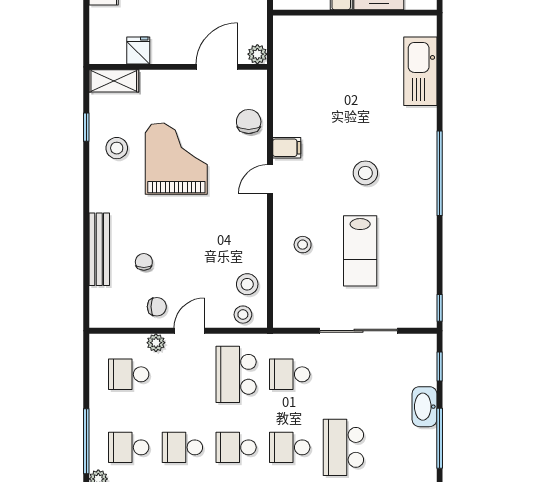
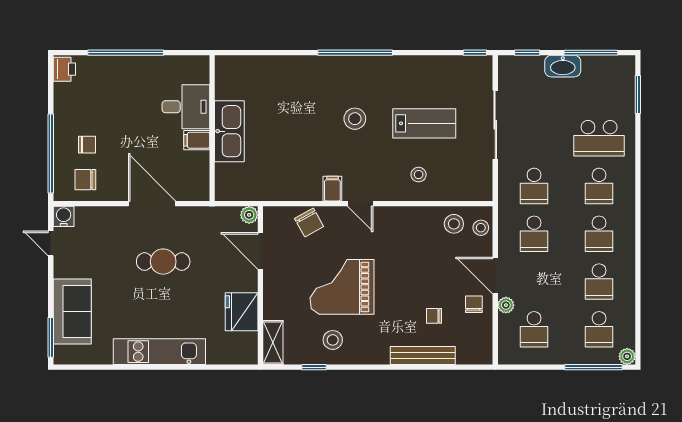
fridge: (138, 50) -> (242, 312), width x1.88, depth x1.34
kitchen sink: (420, 71) -> (229, 131), moved, turned -90
chair: (249, 122) -> (309, 223), turned -119
door: (189, 331) -> (495, 275), width x1.38
school desk: (236, 374) -> (534, 234), width x0.54

